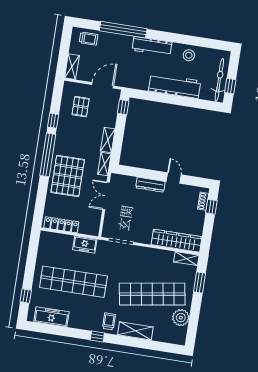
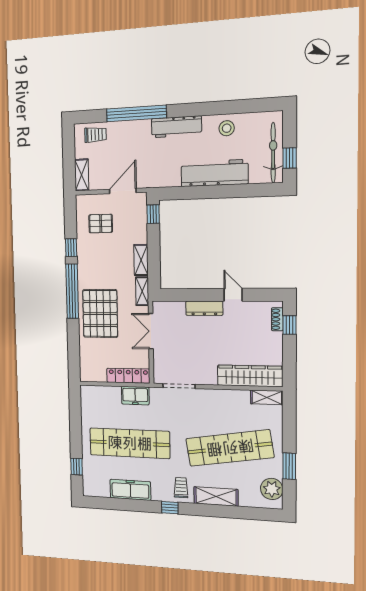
pallet: (81, 107) -> (101, 224), turned 90
locker: (61, 225) -> (128, 376), moved
window: (199, 283) -> (289, 466), moved
freezer: (51, 317) -> (130, 490), moved
plant: (181, 318) -> (272, 489), moved

